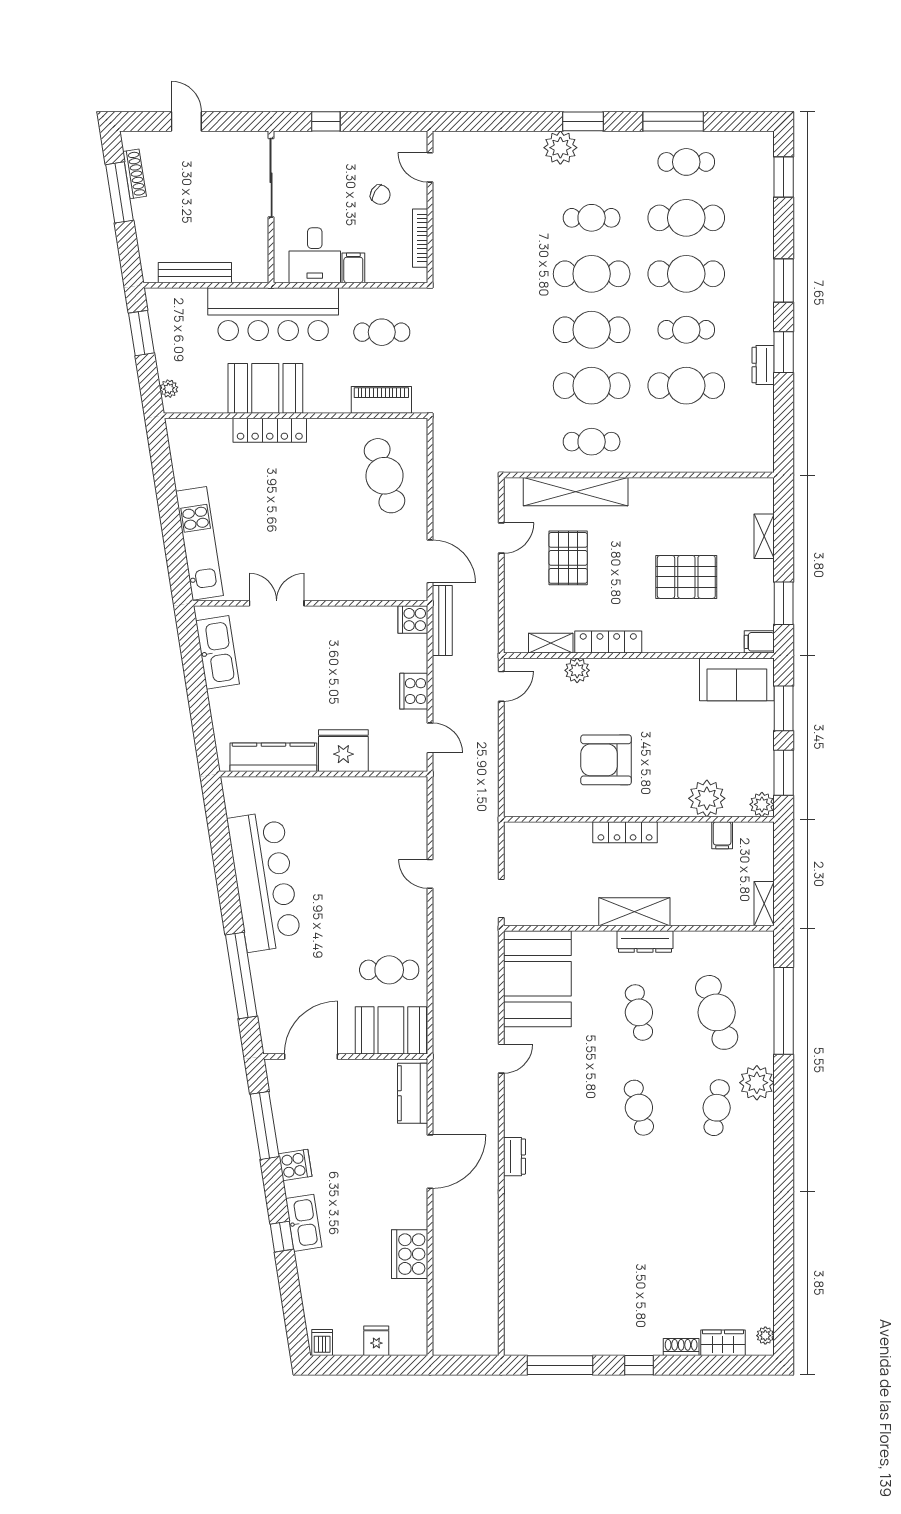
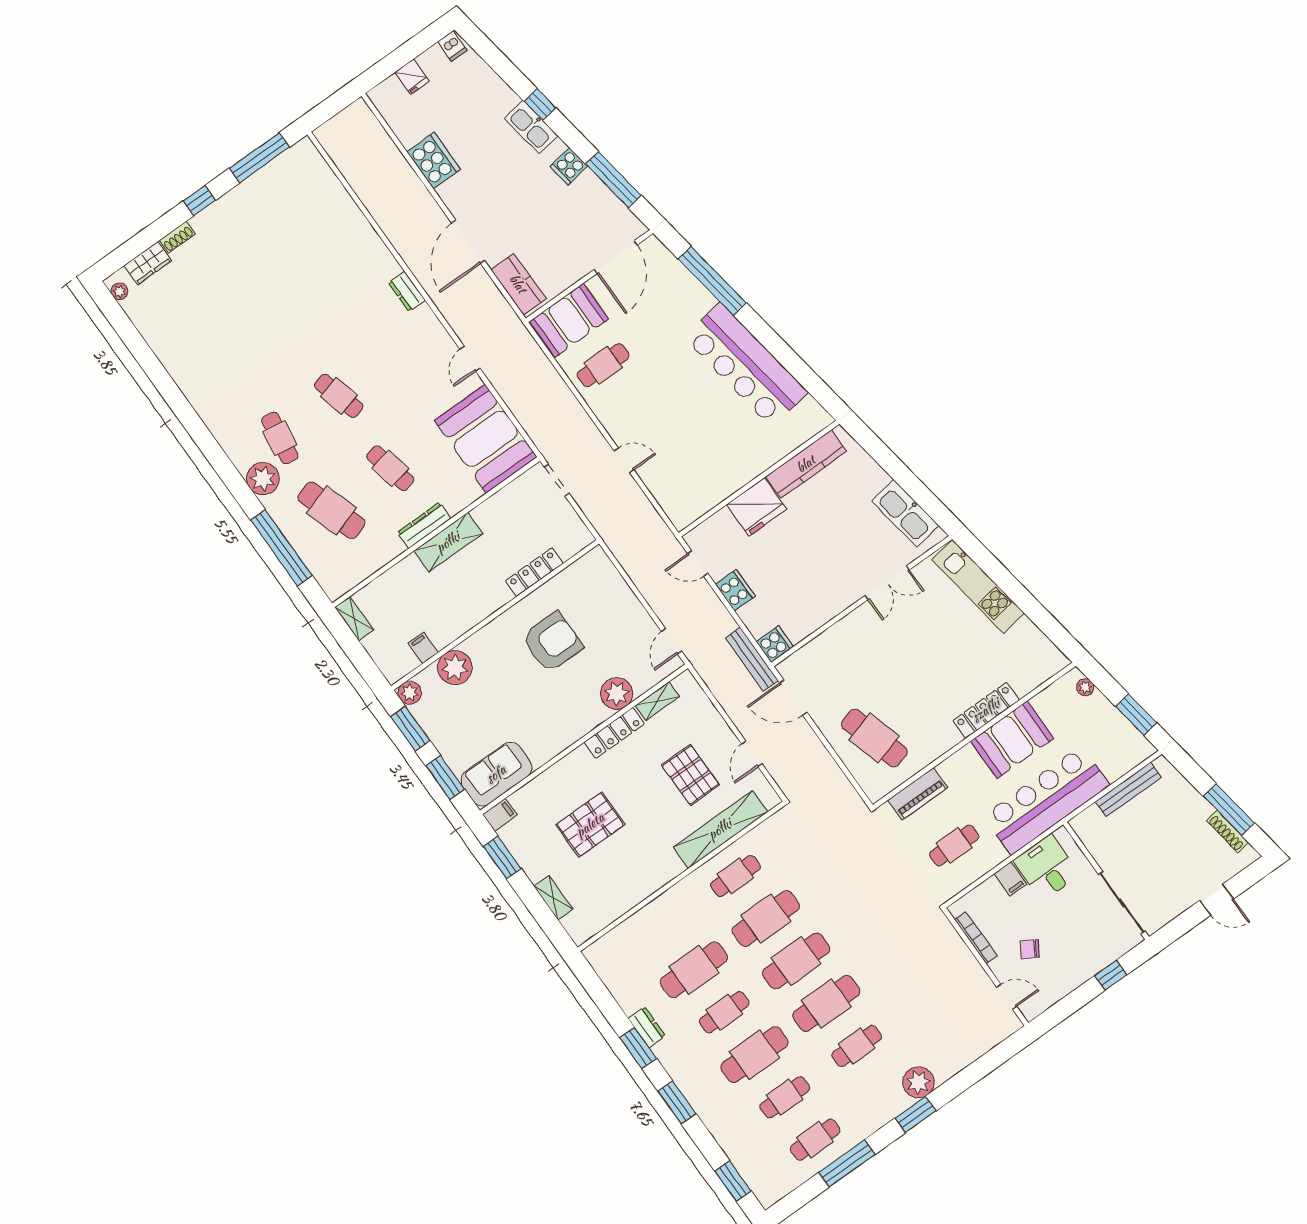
cafe table: (686, 218) -> (785, 1097), width x0.73, depth x0.74
plant: (577, 670) -> (617, 694), width x1.36, depth x1.36
locker: (625, 832) -> (534, 572), moved

